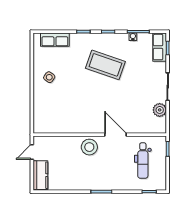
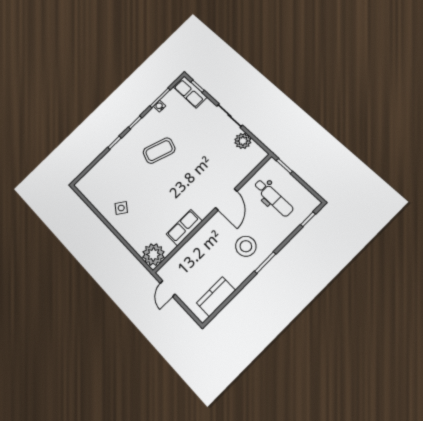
row of seats: (55, 40) -> (184, 228), moved, turned 180
coffee table: (105, 65) -> (159, 151), width x0.73, depth x0.76
plant: (42, 124) -> (153, 255), added
door: (115, 135) -> (226, 199), swing flipped
stool: (89, 147) -> (246, 246), moved
kitchen counter: (40, 175) -> (216, 297), moved, turned -90

